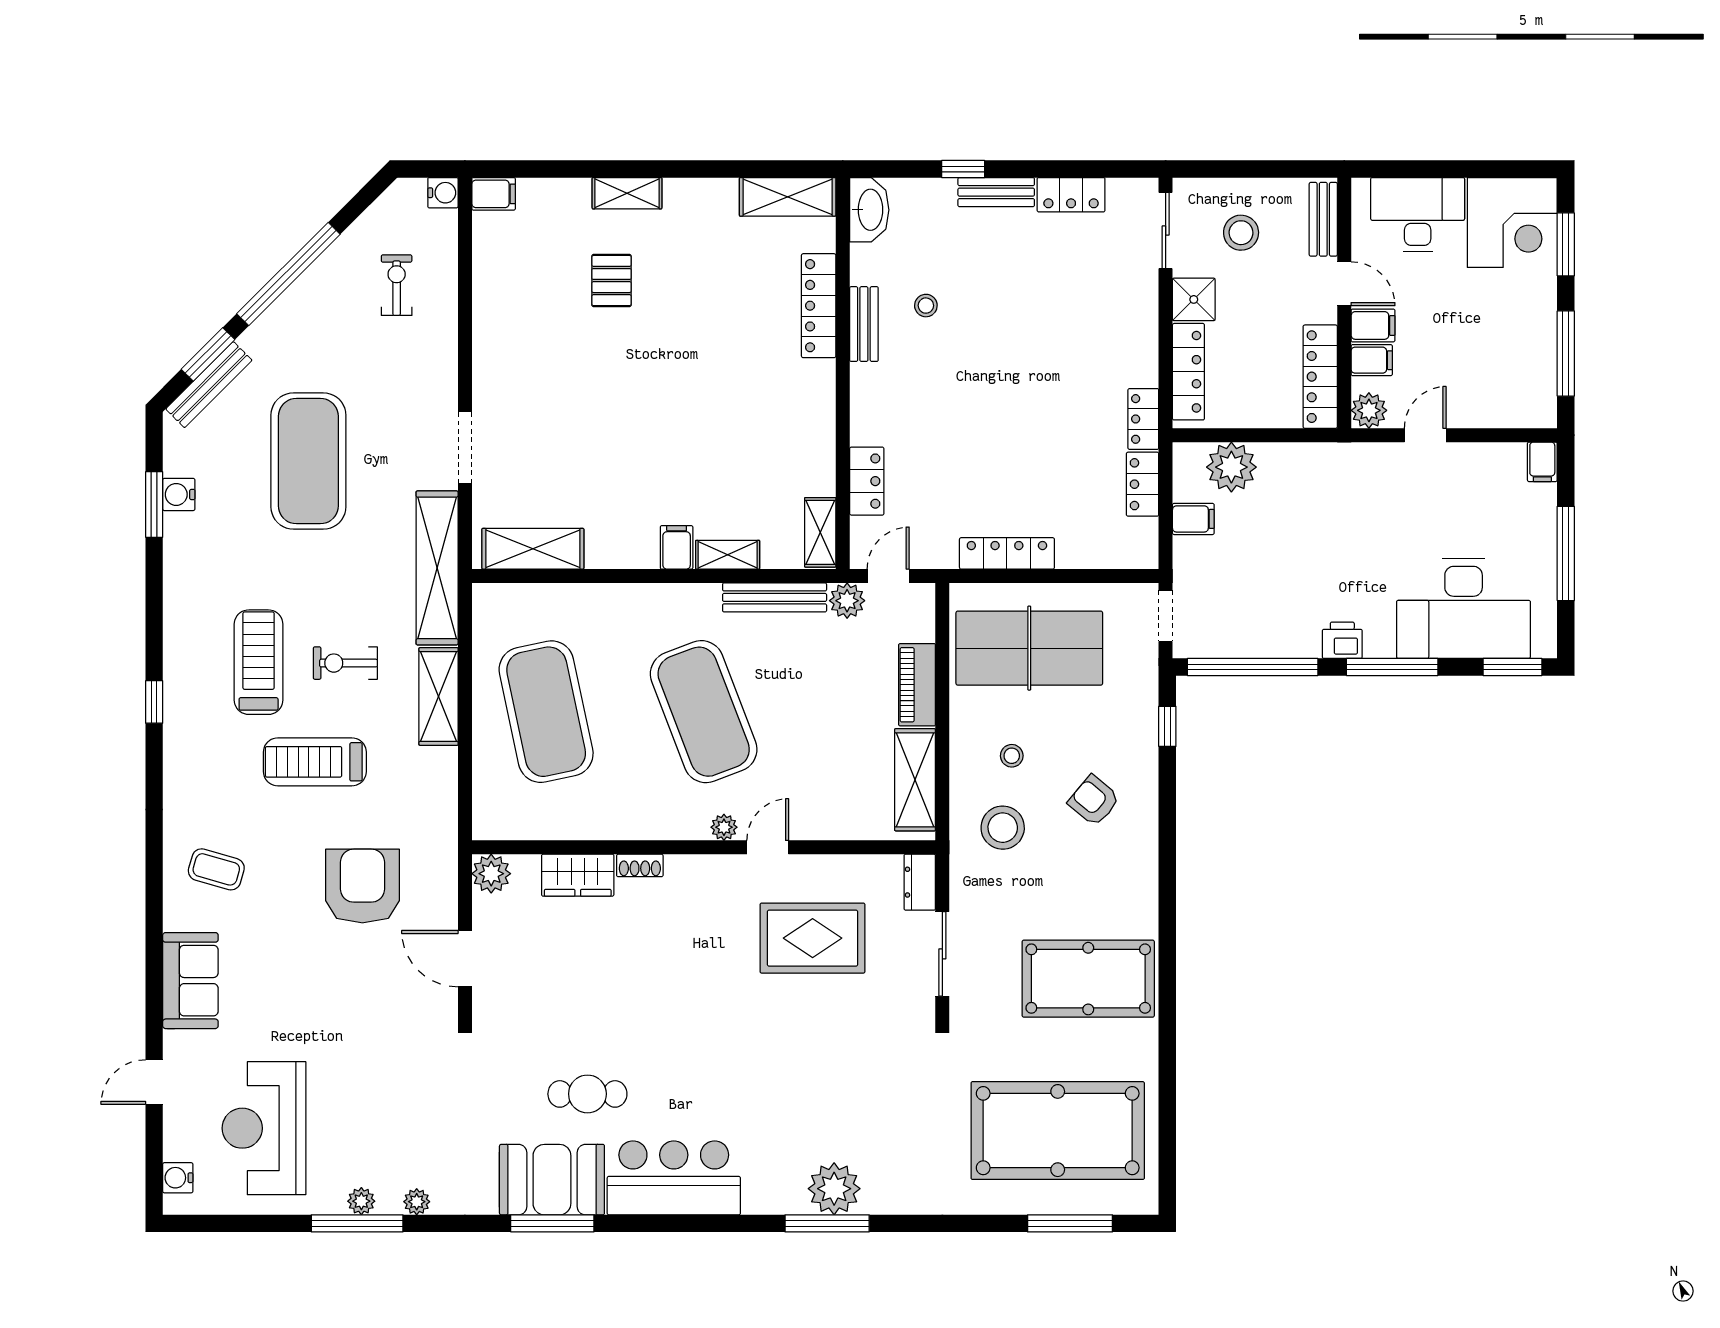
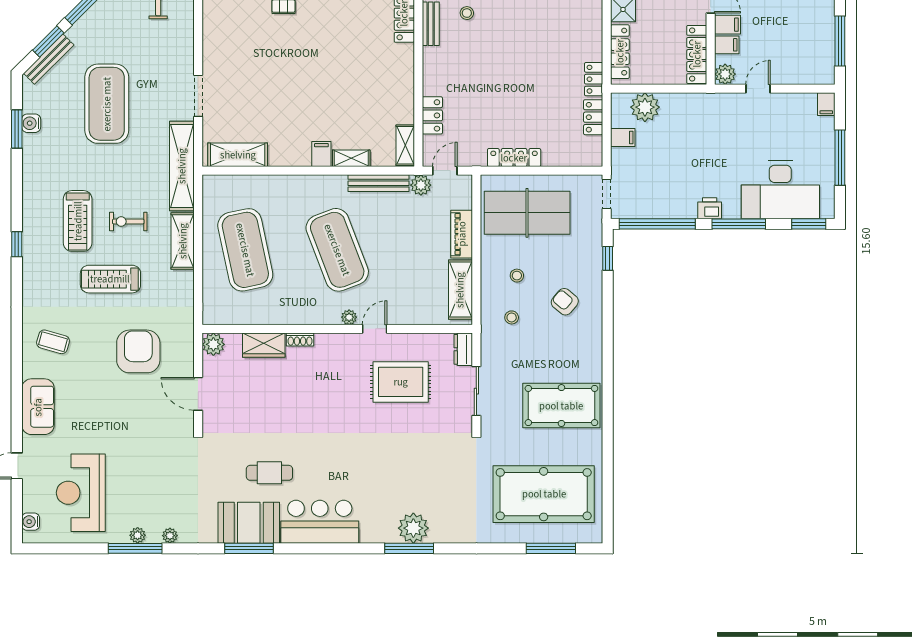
treadmill: (259, 662) -> (78, 221), turned 180
stool: (1003, 828) -> (512, 317), width x0.53, depth x0.53

